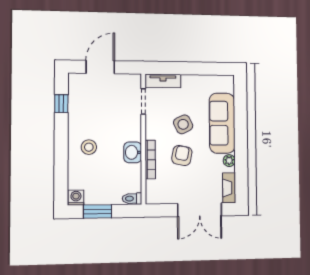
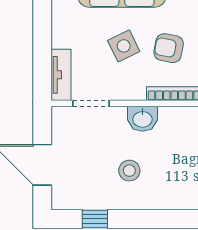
stool: (89, 147) -> (129, 171), moved
washbasin: (133, 152) -> (142, 119), moved

